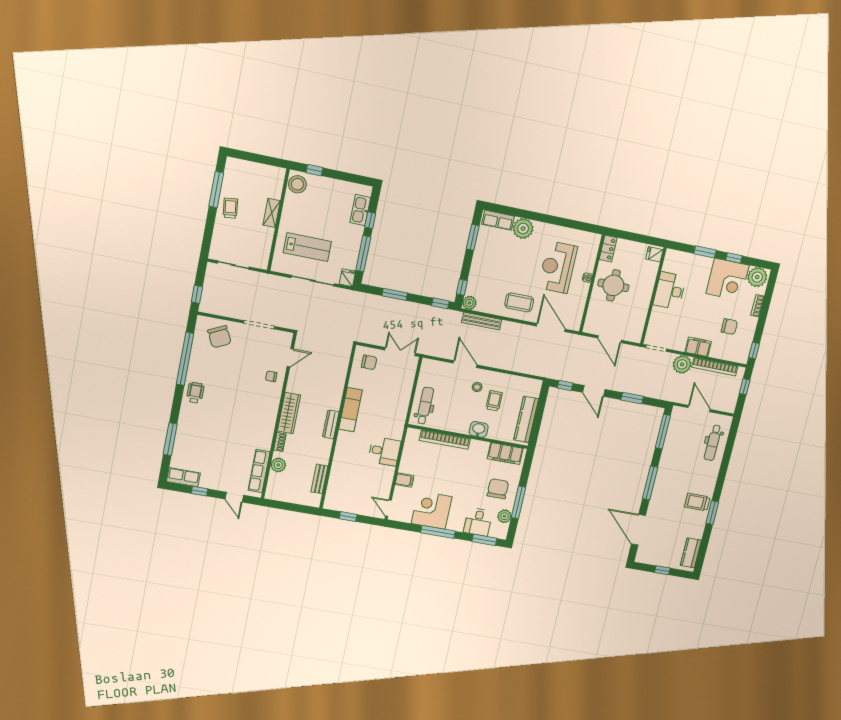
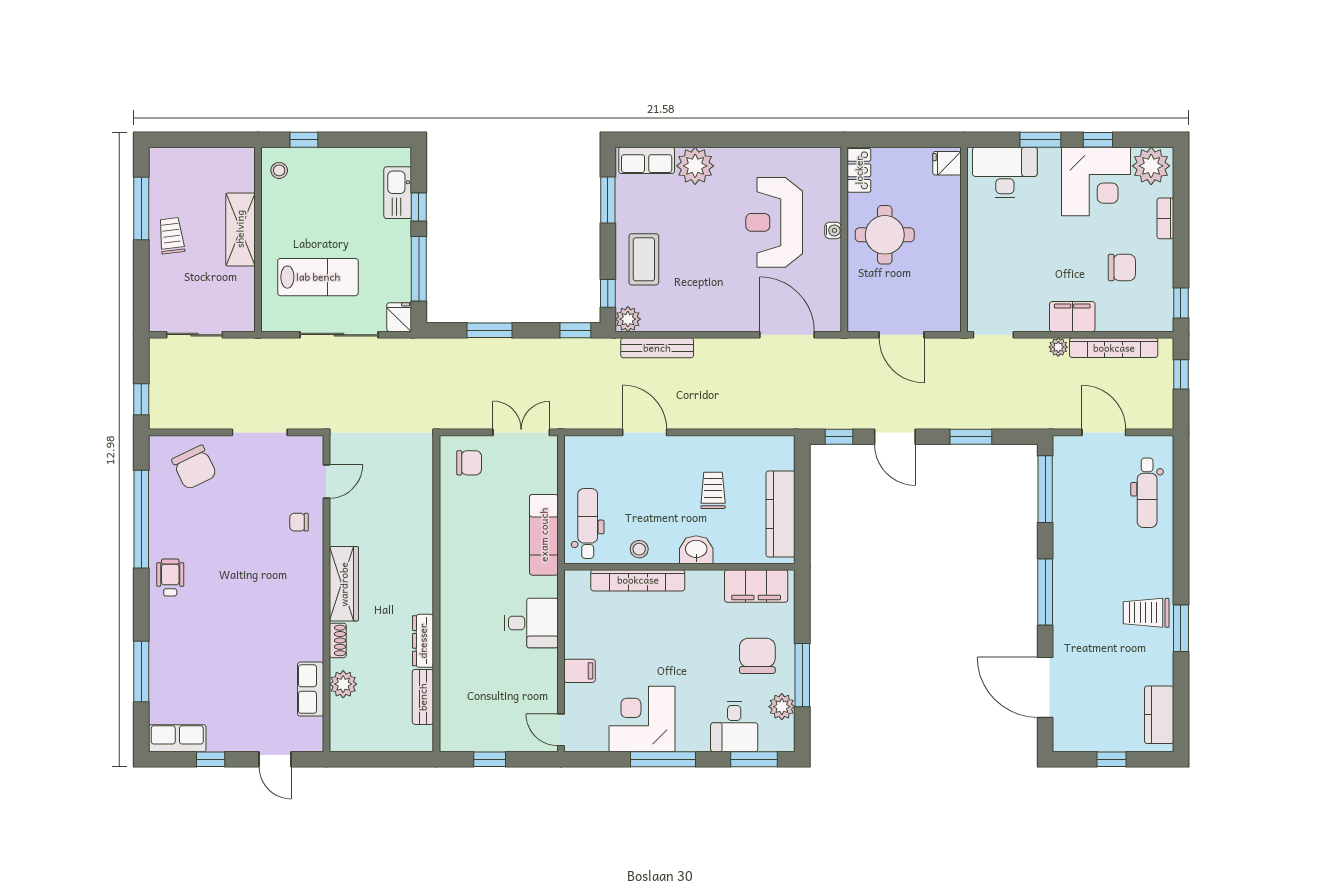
stool: (297, 184) -> (279, 170), width x0.53, depth x0.53
shelving: (272, 213) -> (240, 229), width x1.50, depth x1.33
desk: (670, 291) -> (1005, 172), moved, turned 90
coffee table: (519, 302) -> (644, 259), moved, turned 90
plant: (682, 364) -> (1058, 347), width x0.53, depth x0.53
stool: (477, 387) -> (639, 549), moved
exam couch: (351, 410) -> (544, 535), moved, turned 180
dresser: (331, 424) -> (423, 641), moved
row of seats: (259, 471) -> (311, 689), width x0.68

